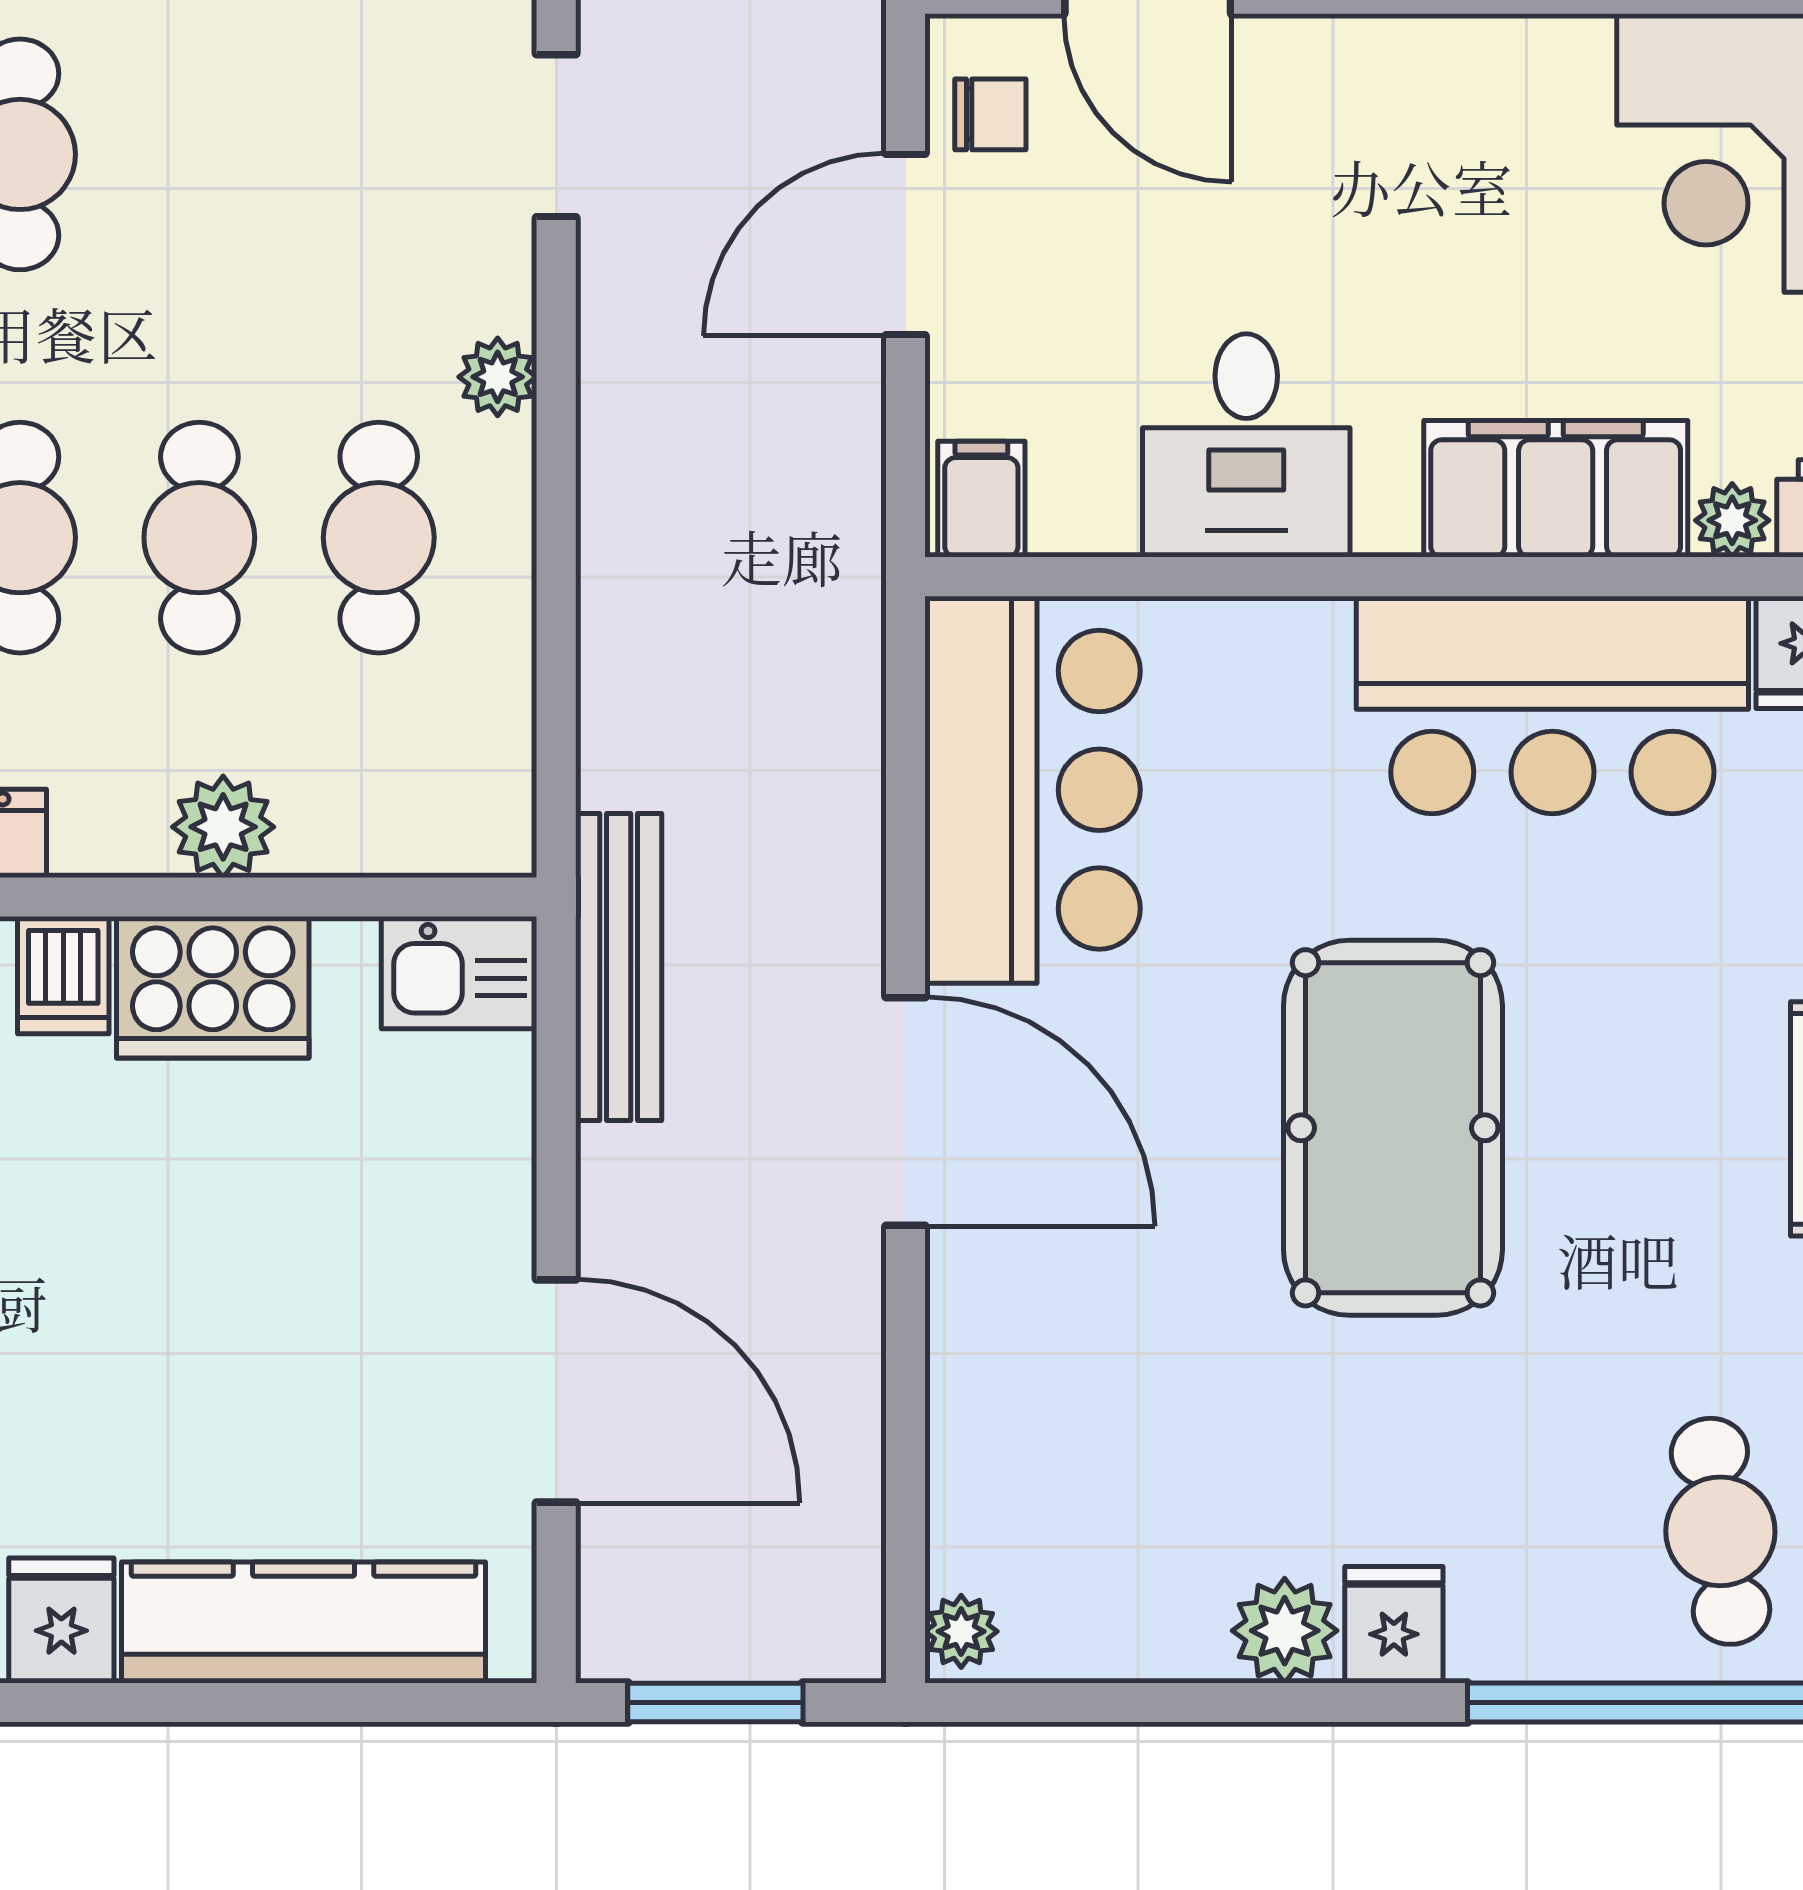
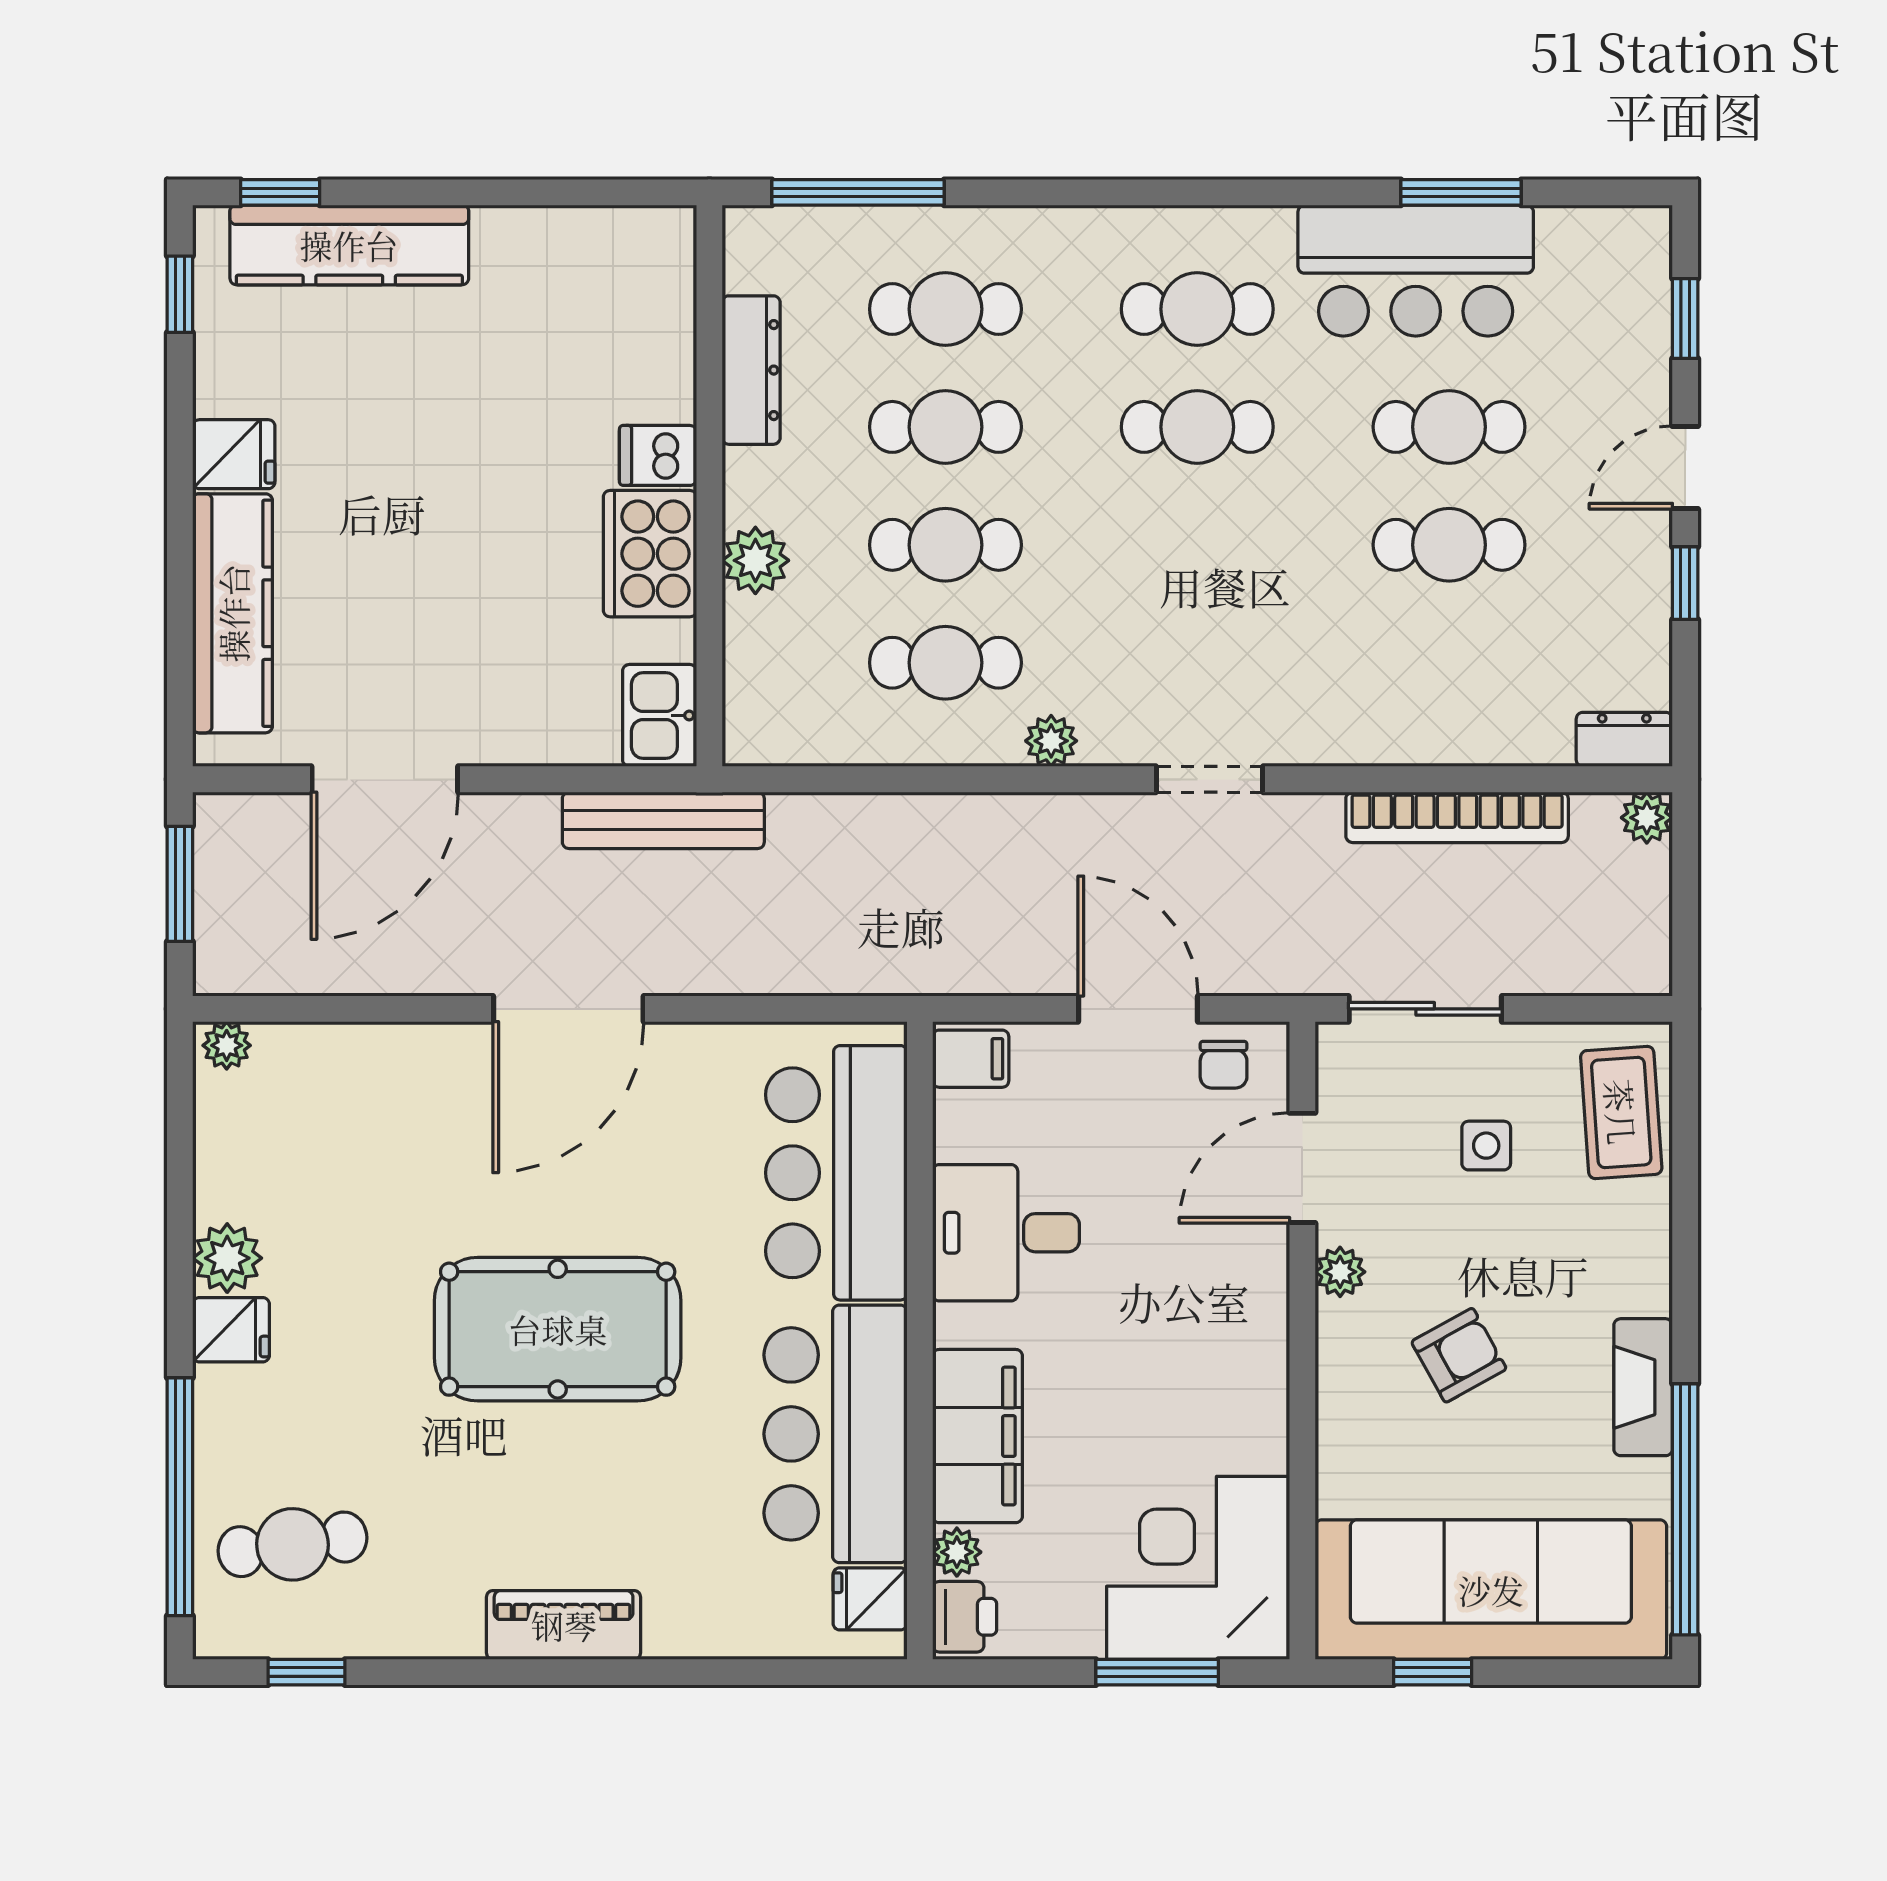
bar counter: (1033, 790) -> (836, 1173), moved, turned 90

